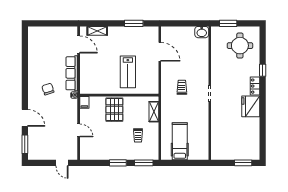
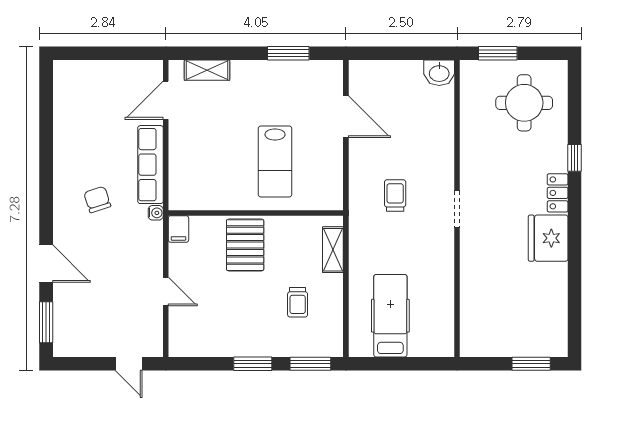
door: (79, 44) -> (166, 100), swing flipped

